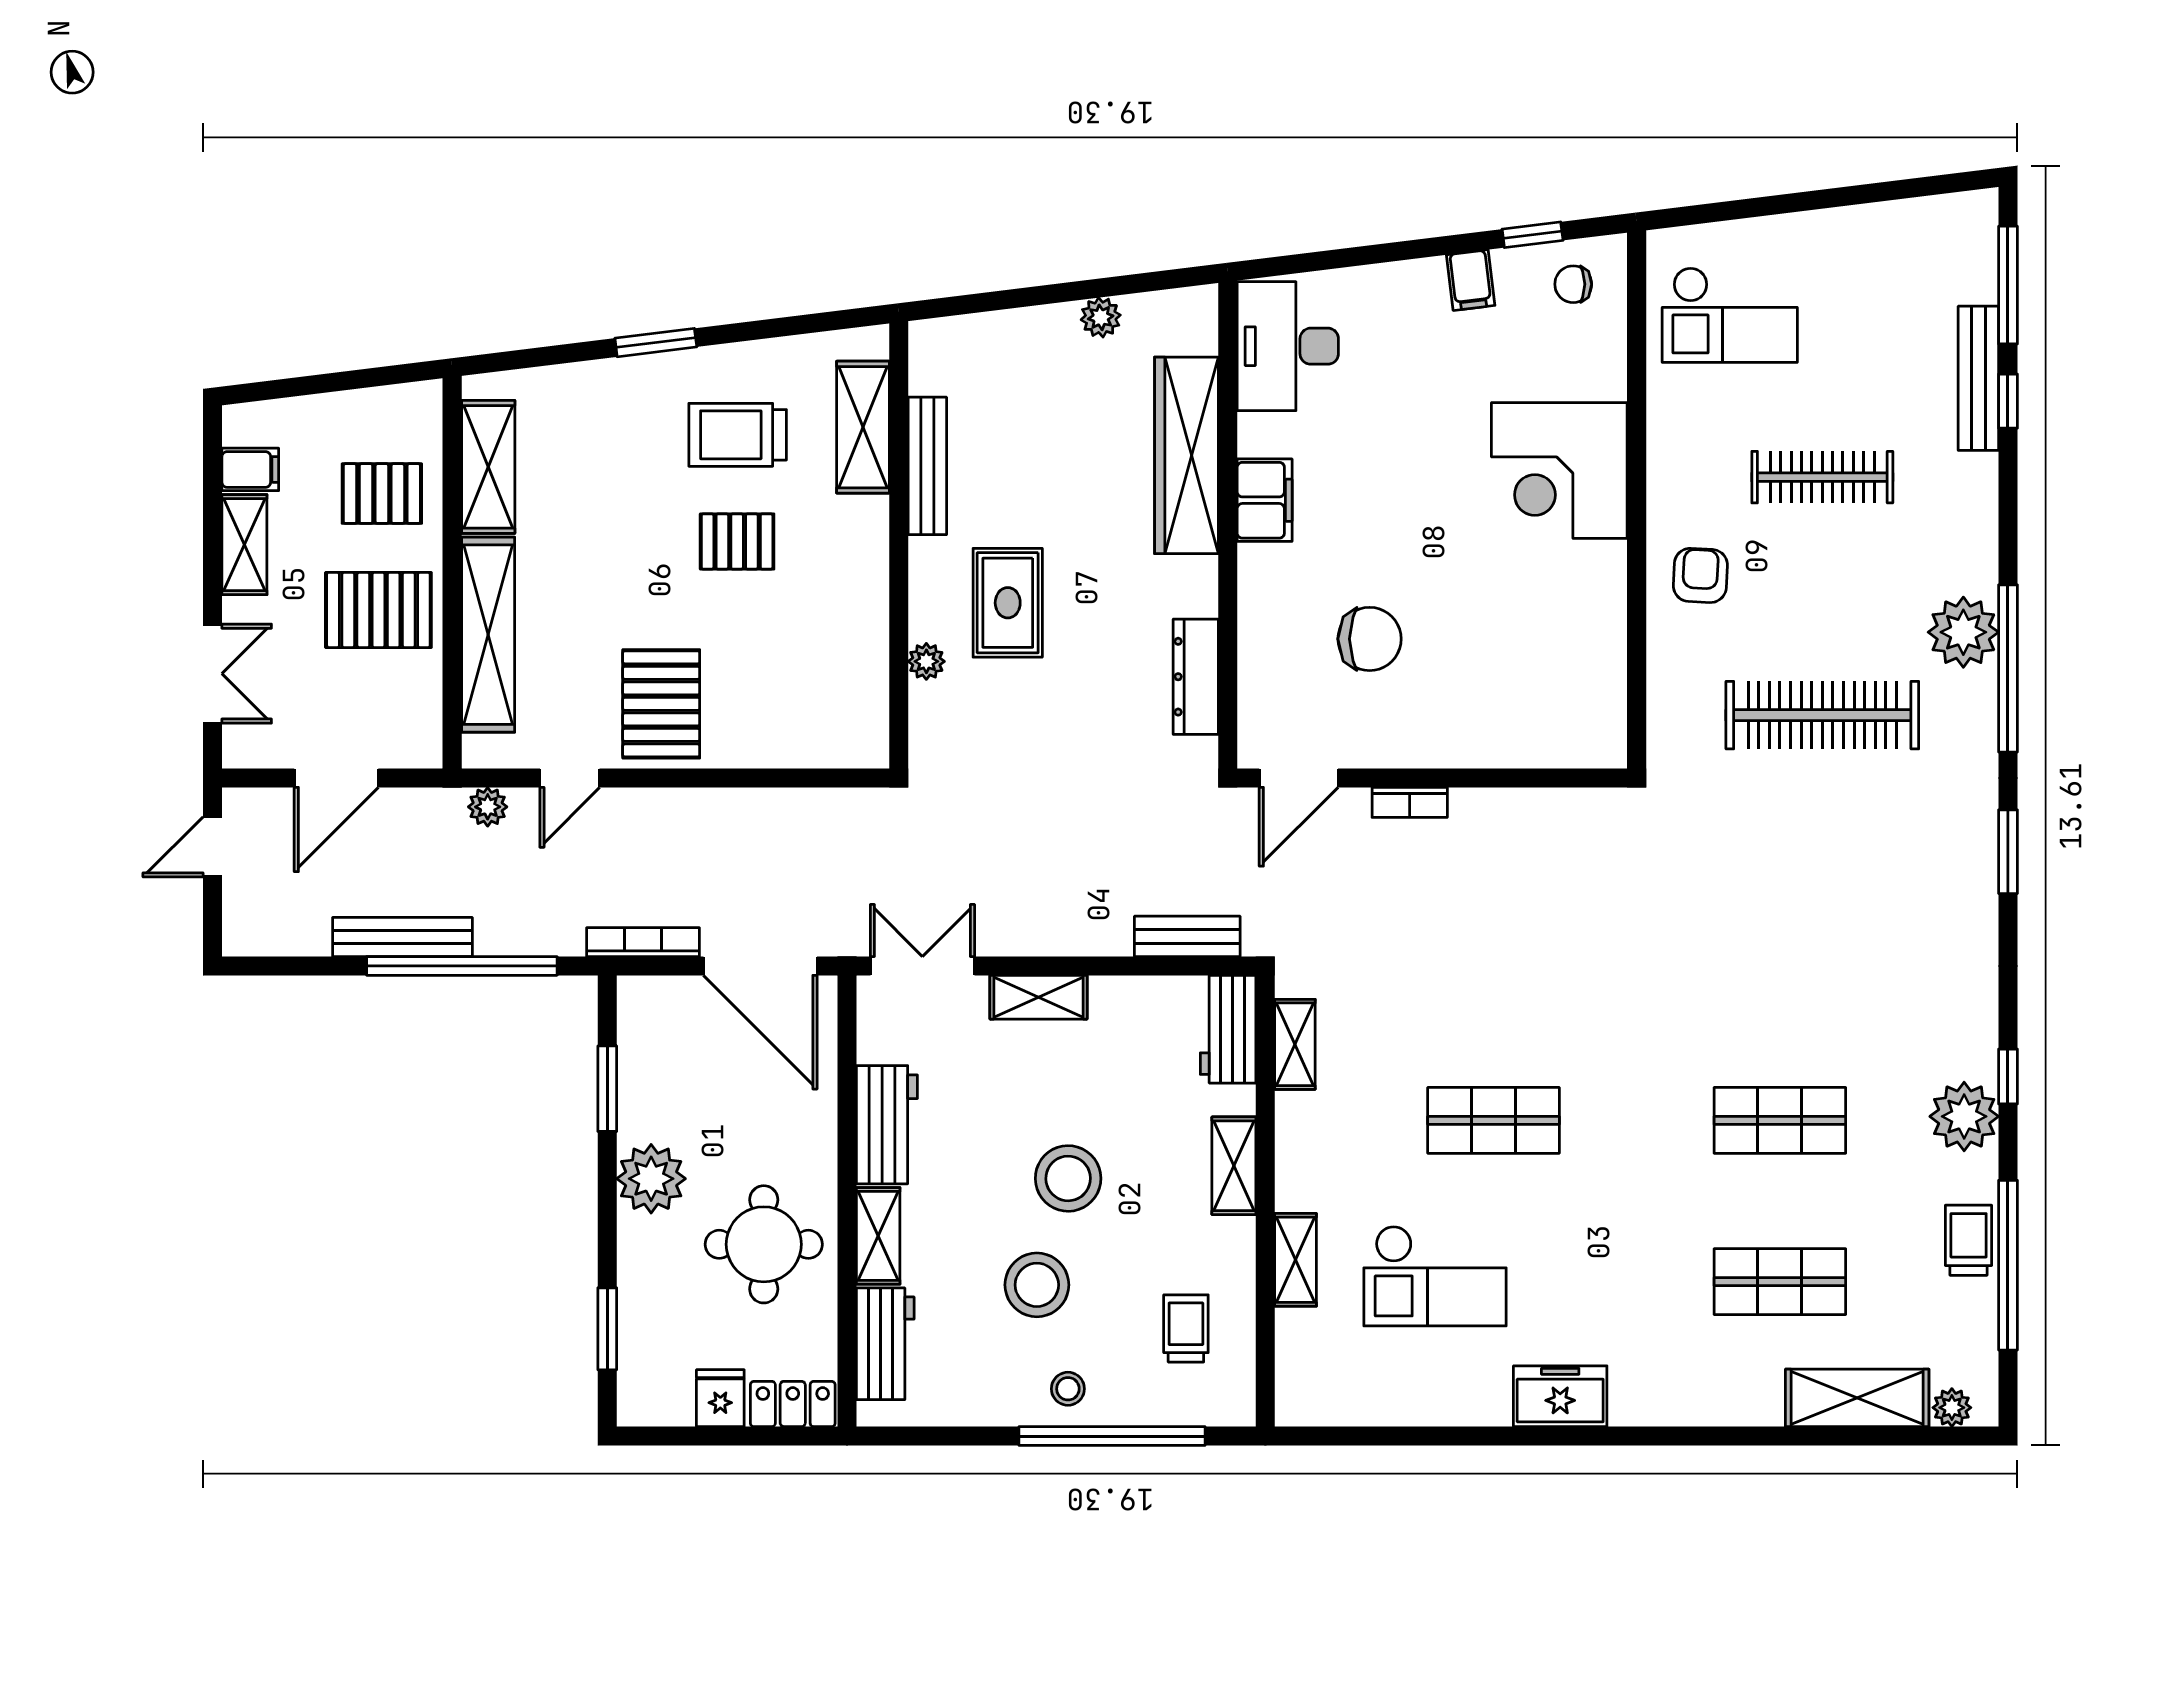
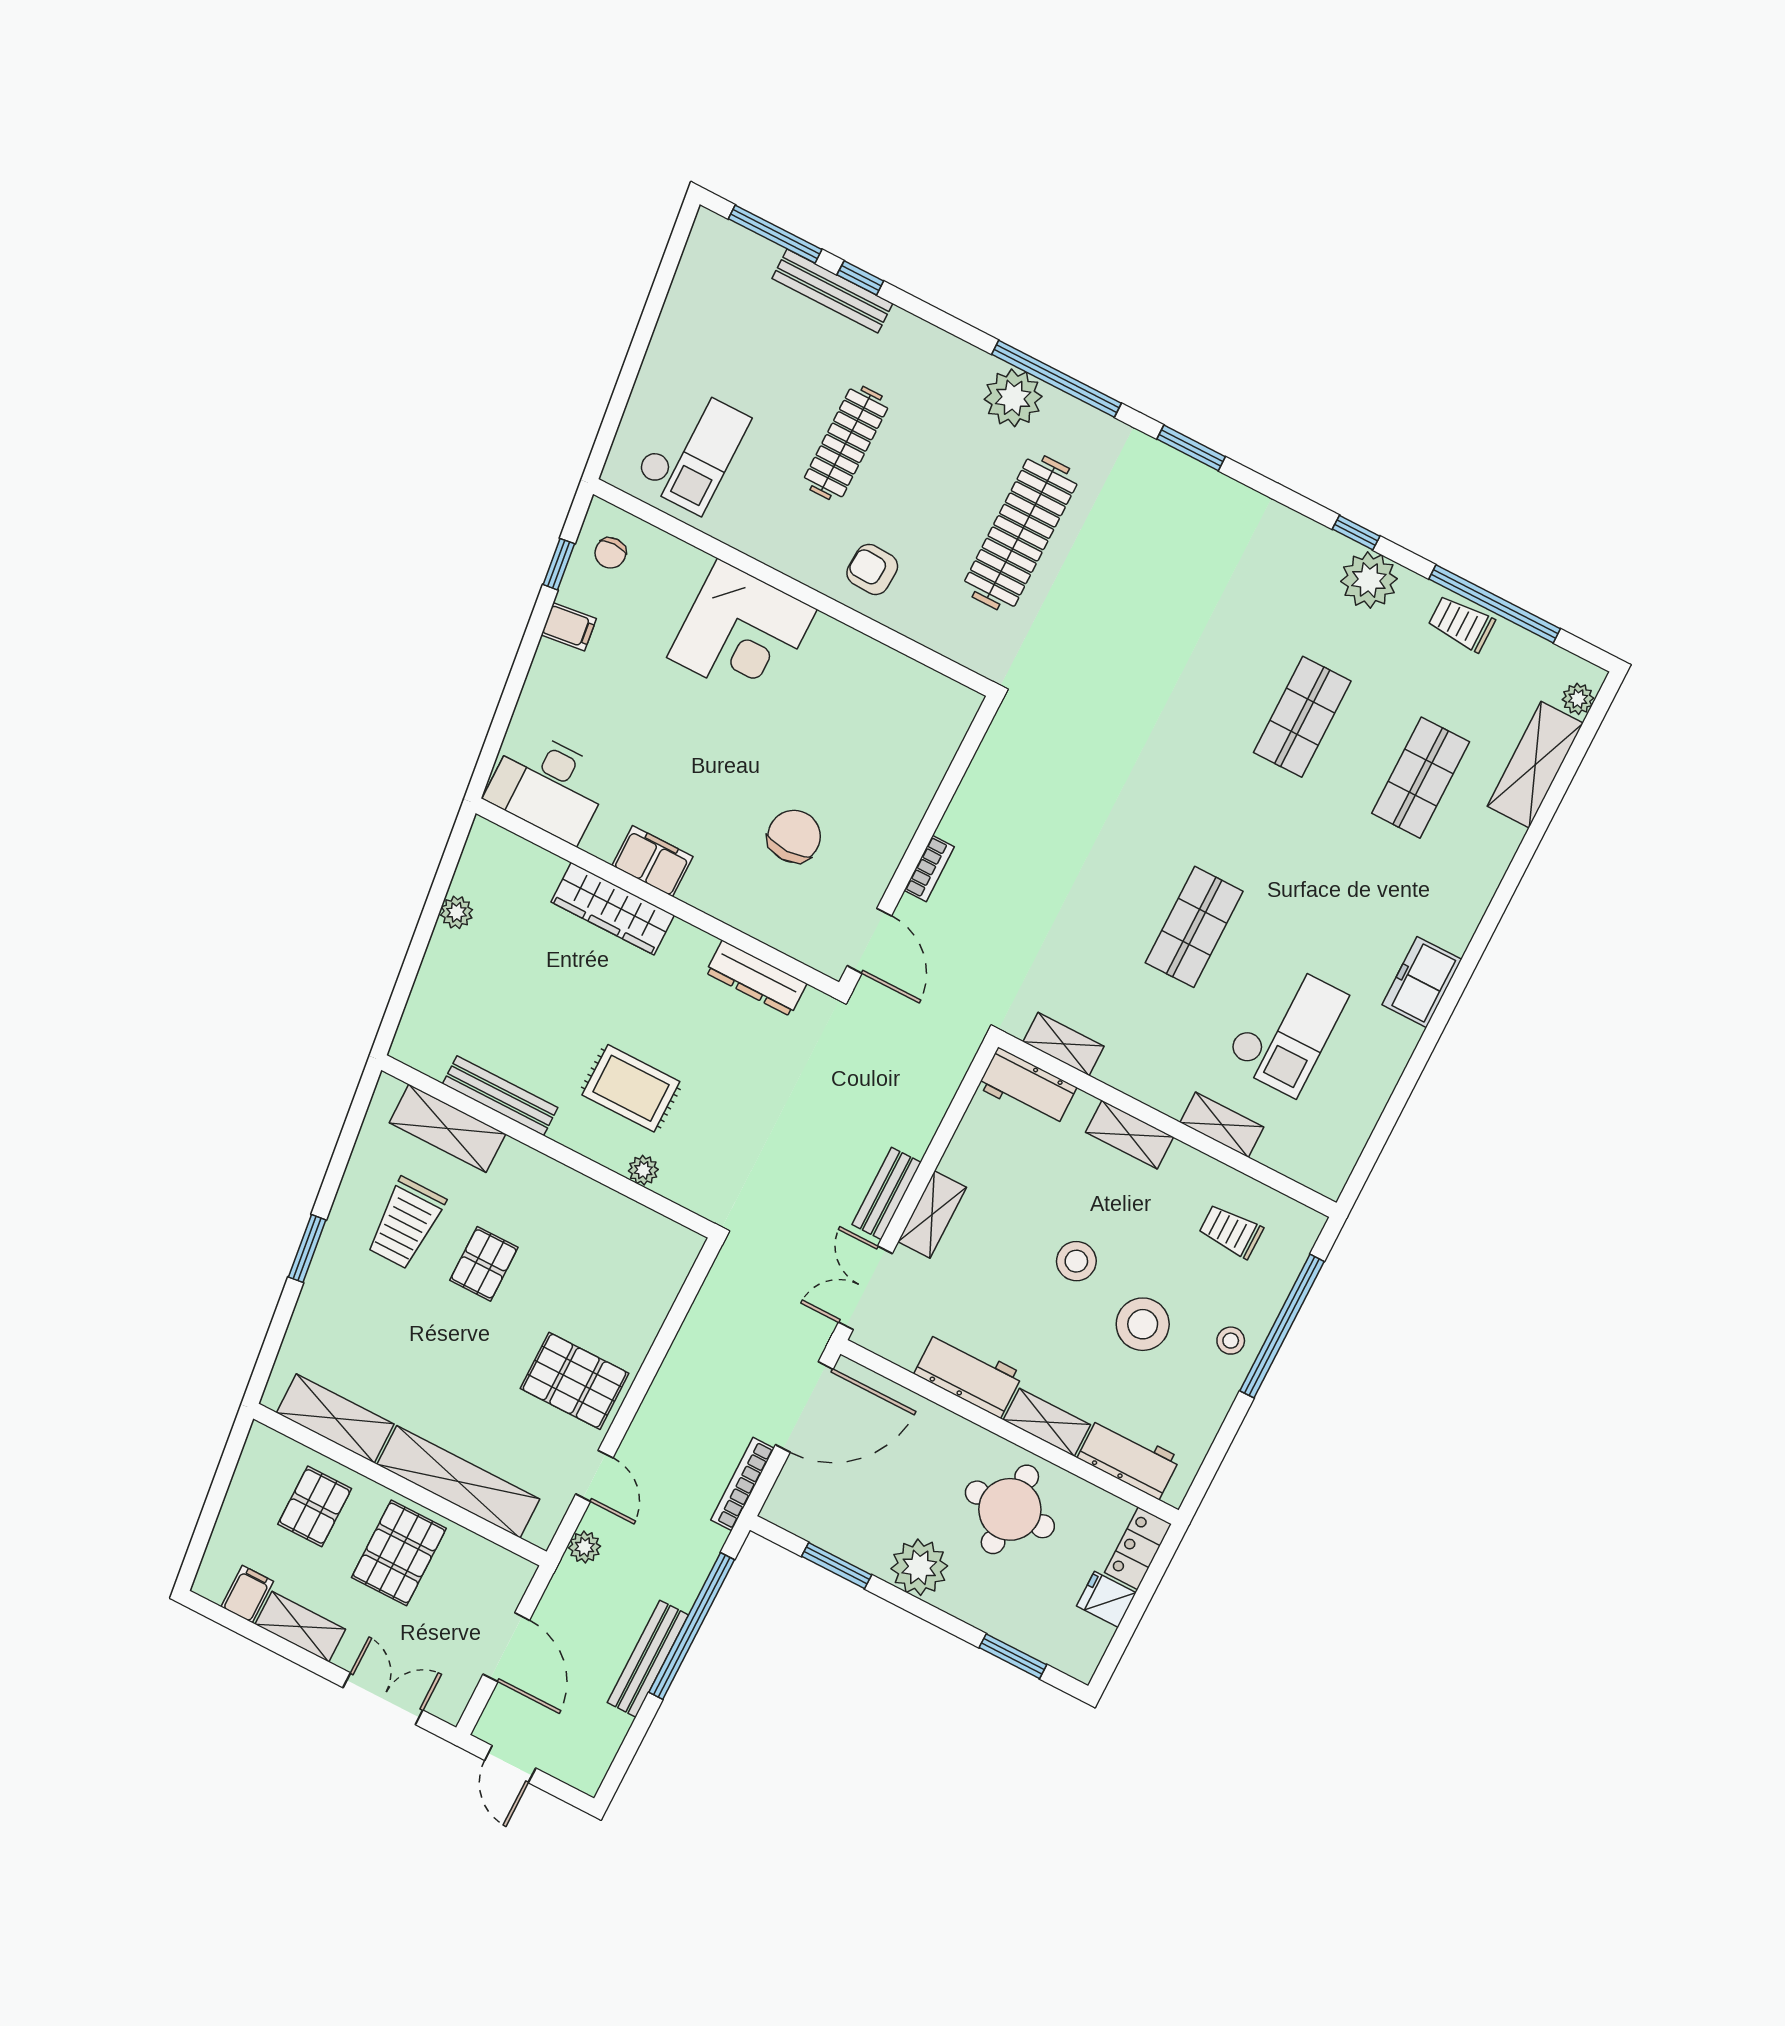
wardrobe: (1186, 455) -> (613, 909), width x0.71, depth x0.85
bench: (1187, 936) -> (887, 1193), moved
stool: (1068, 1178) -> (1076, 1261), width x0.73, depth x0.73

